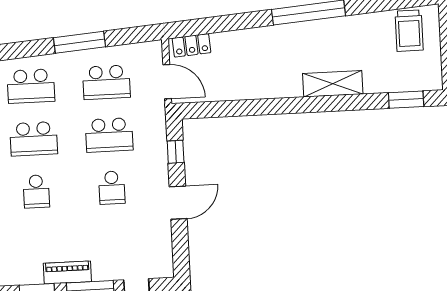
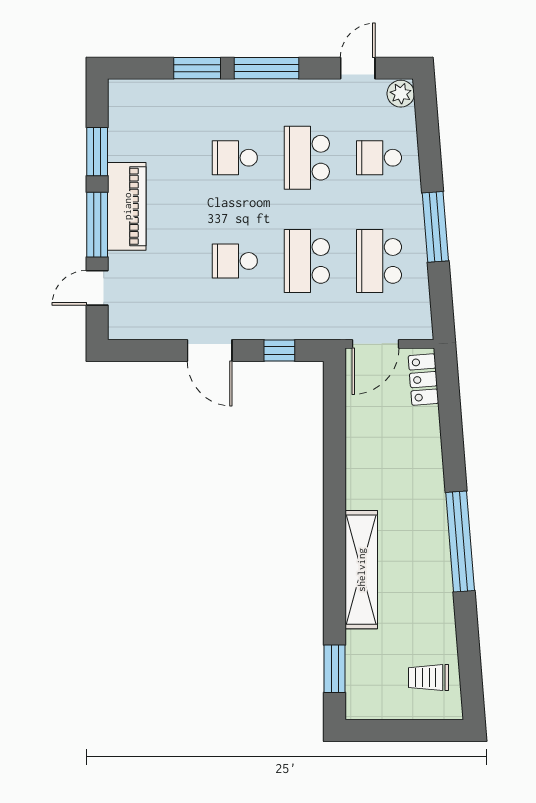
trolley: (409, 31) -> (428, 678), width x0.73, depth x0.72
shelving: (333, 84) -> (361, 570), width x1.47
school desk: (31, 86) -> (379, 158), width x0.54
piano: (67, 272) -> (127, 206), width x1.37, depth x1.33

